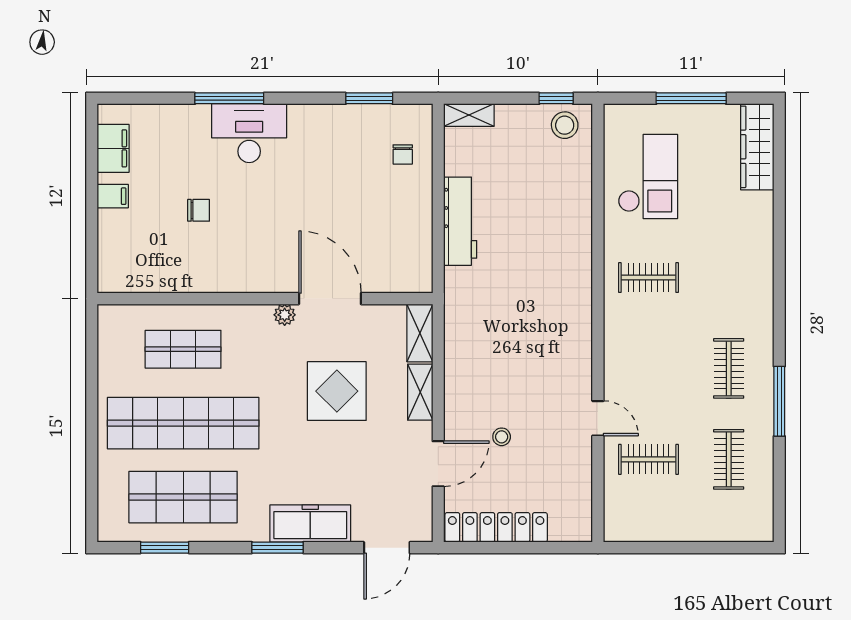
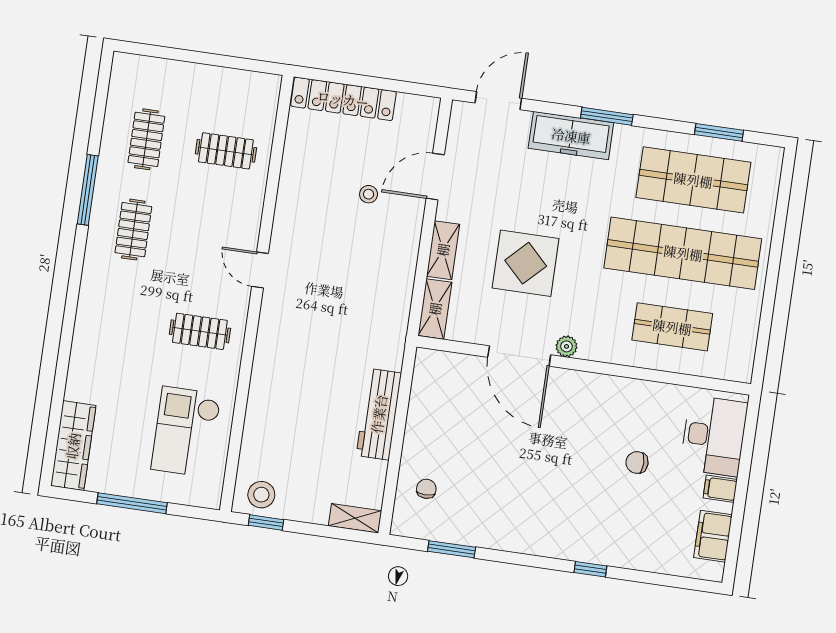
window: (229, 98) -> (590, 569), width x0.46
desk: (249, 133) -> (714, 436), moved, turned -90
door: (598, 418) -> (260, 270), moved
locker: (496, 527) -> (343, 99), moved

